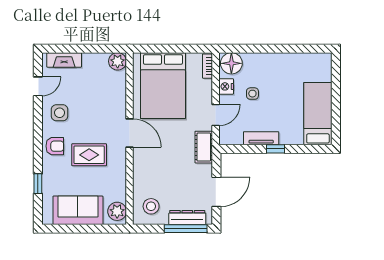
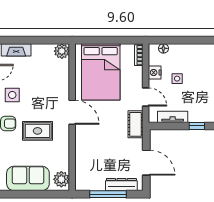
floor lamp: (231, 63) -> (163, 48), width x0.53, depth x0.53
door: (216, 115) -> (146, 97), hinge flipped
tv unit: (261, 138) -> (173, 117), moved
door: (216, 192) -> (146, 163), hinge flipped
stool: (151, 206) -> (90, 175), removed
window: (186, 229) -> (108, 194), moved

